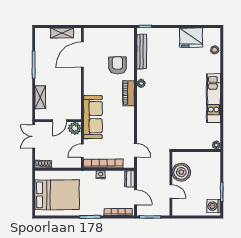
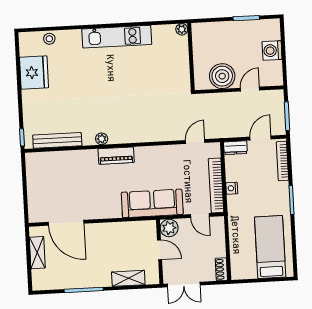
armchair: (117, 65) -> (78, 173), removed
bed: (57, 195) -> (270, 247), width x0.67
washing machine: (214, 206) -> (272, 51), moved, turned 90

